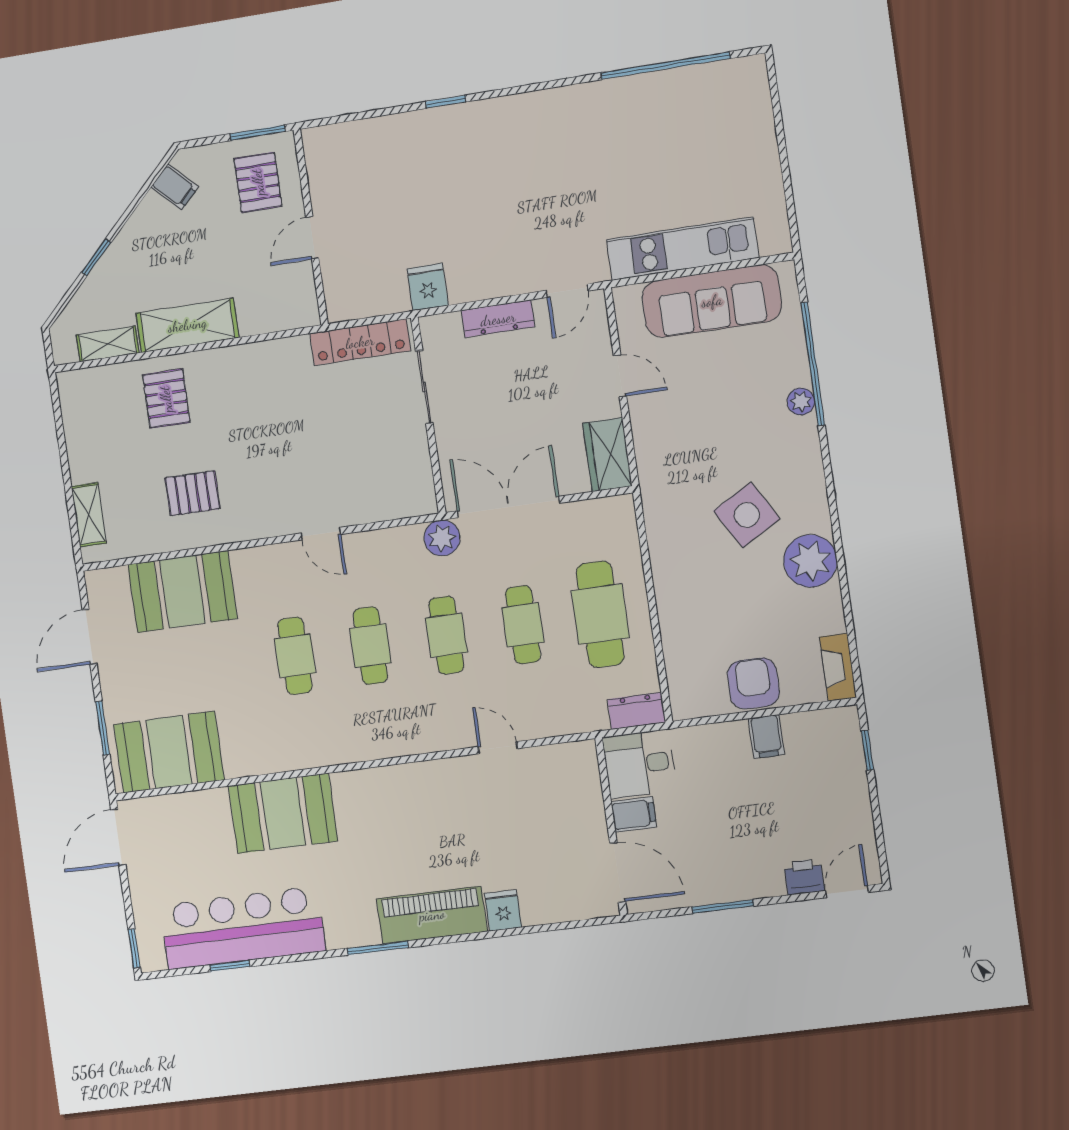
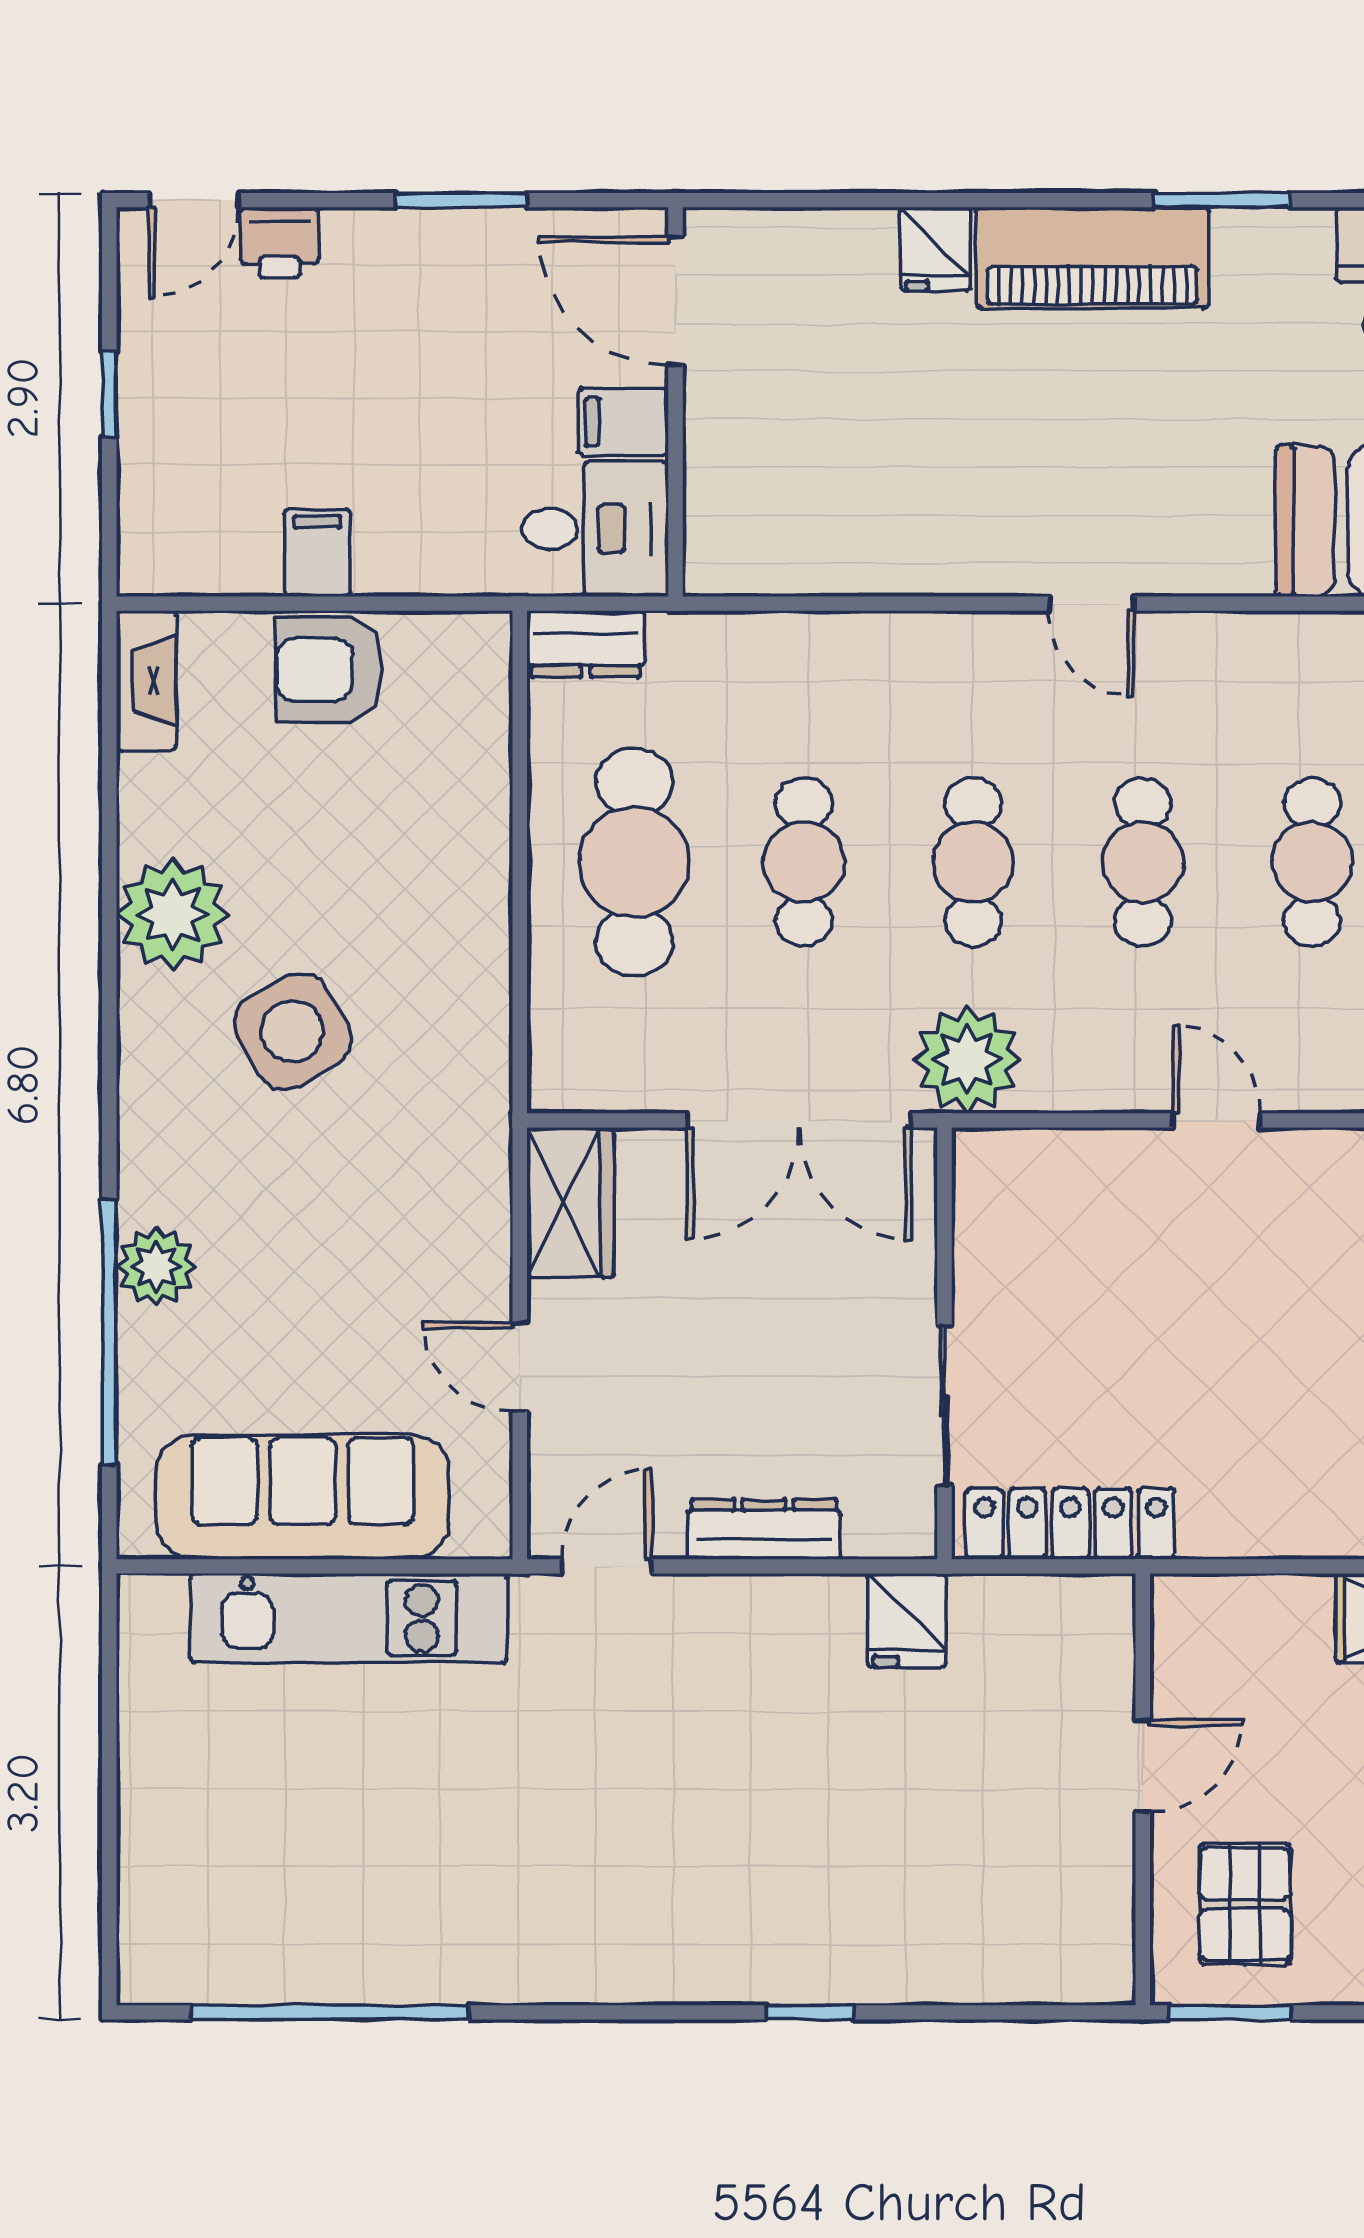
plant: (801, 402) -> (156, 1267), width x1.38, depth x1.38
plant: (442, 538) -> (967, 1060), width x1.36, depth x1.36
armchair: (753, 683) -> (329, 670), turned 90
door: (498, 748) -> (1091, 604), moved
window: (867, 750) -> (109, 394), moved

